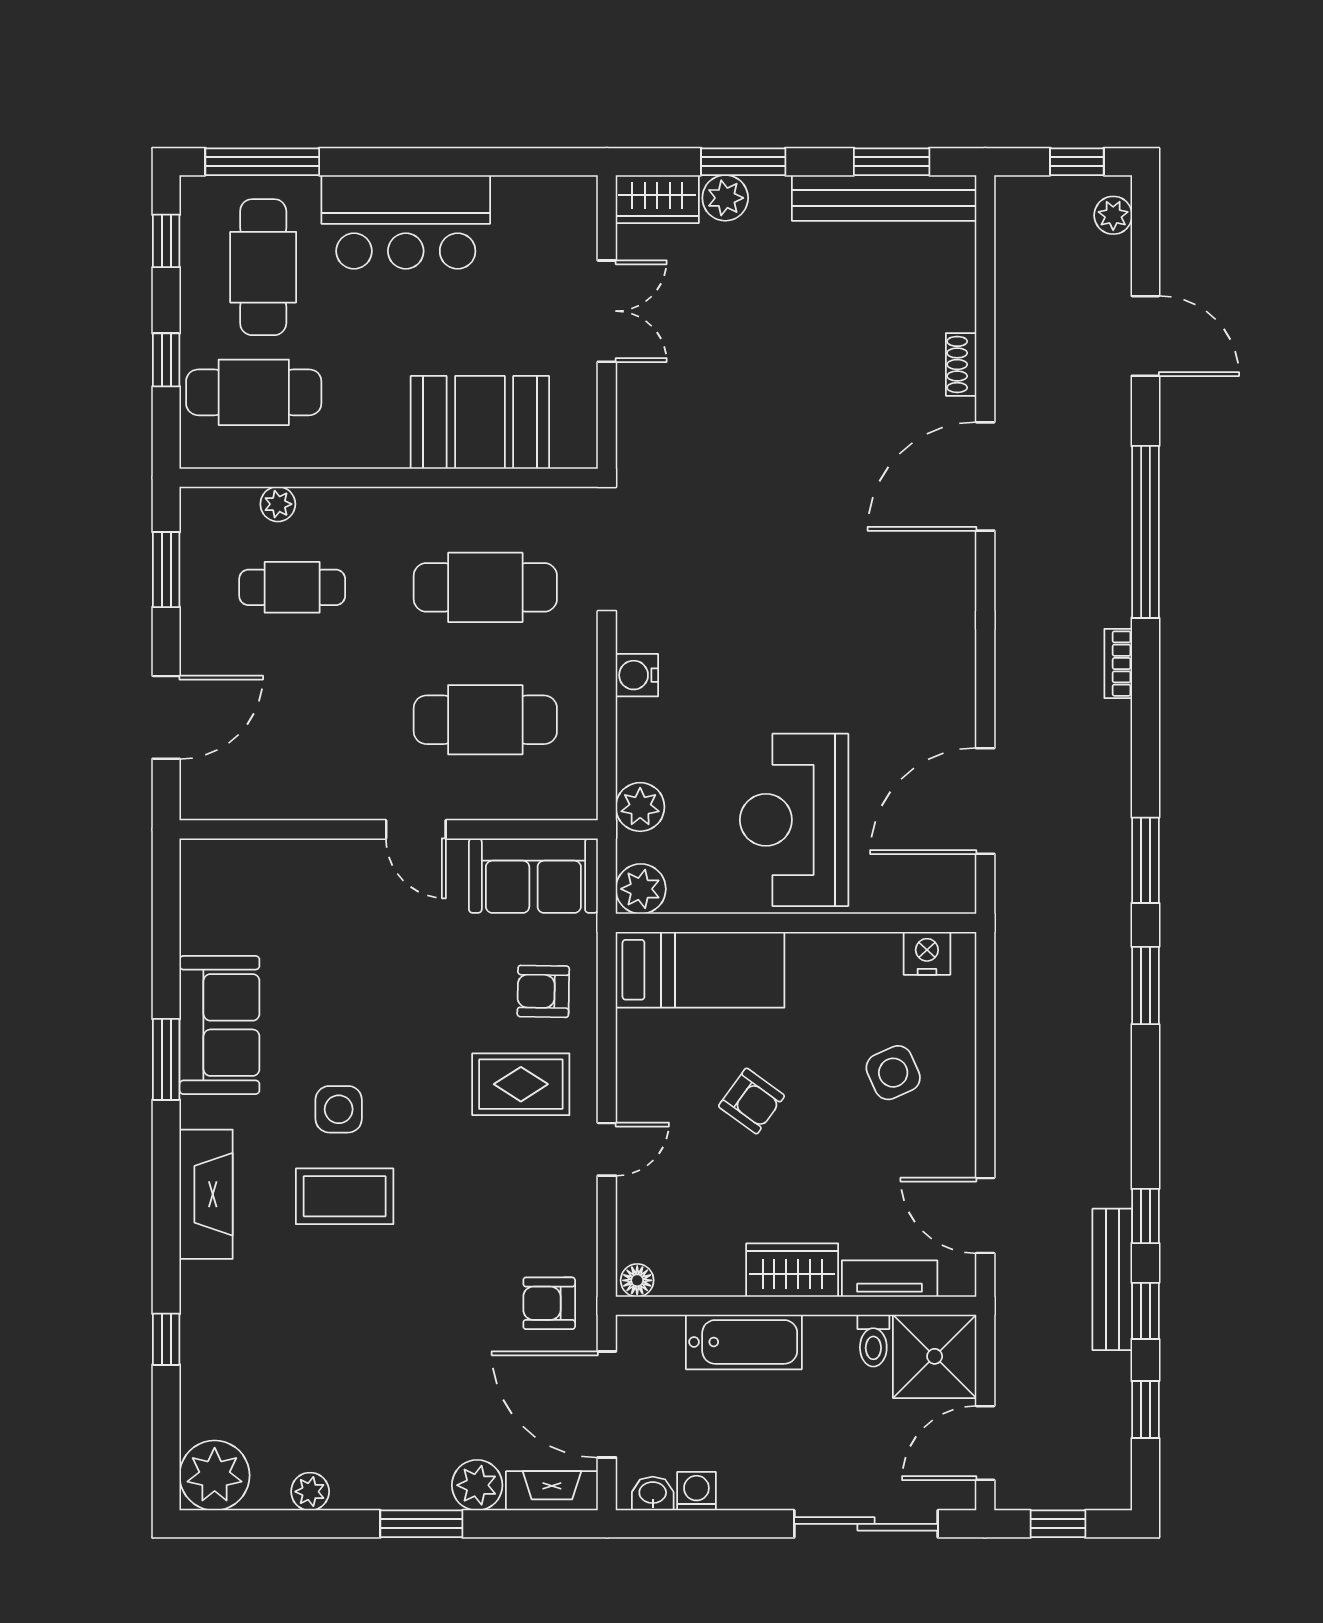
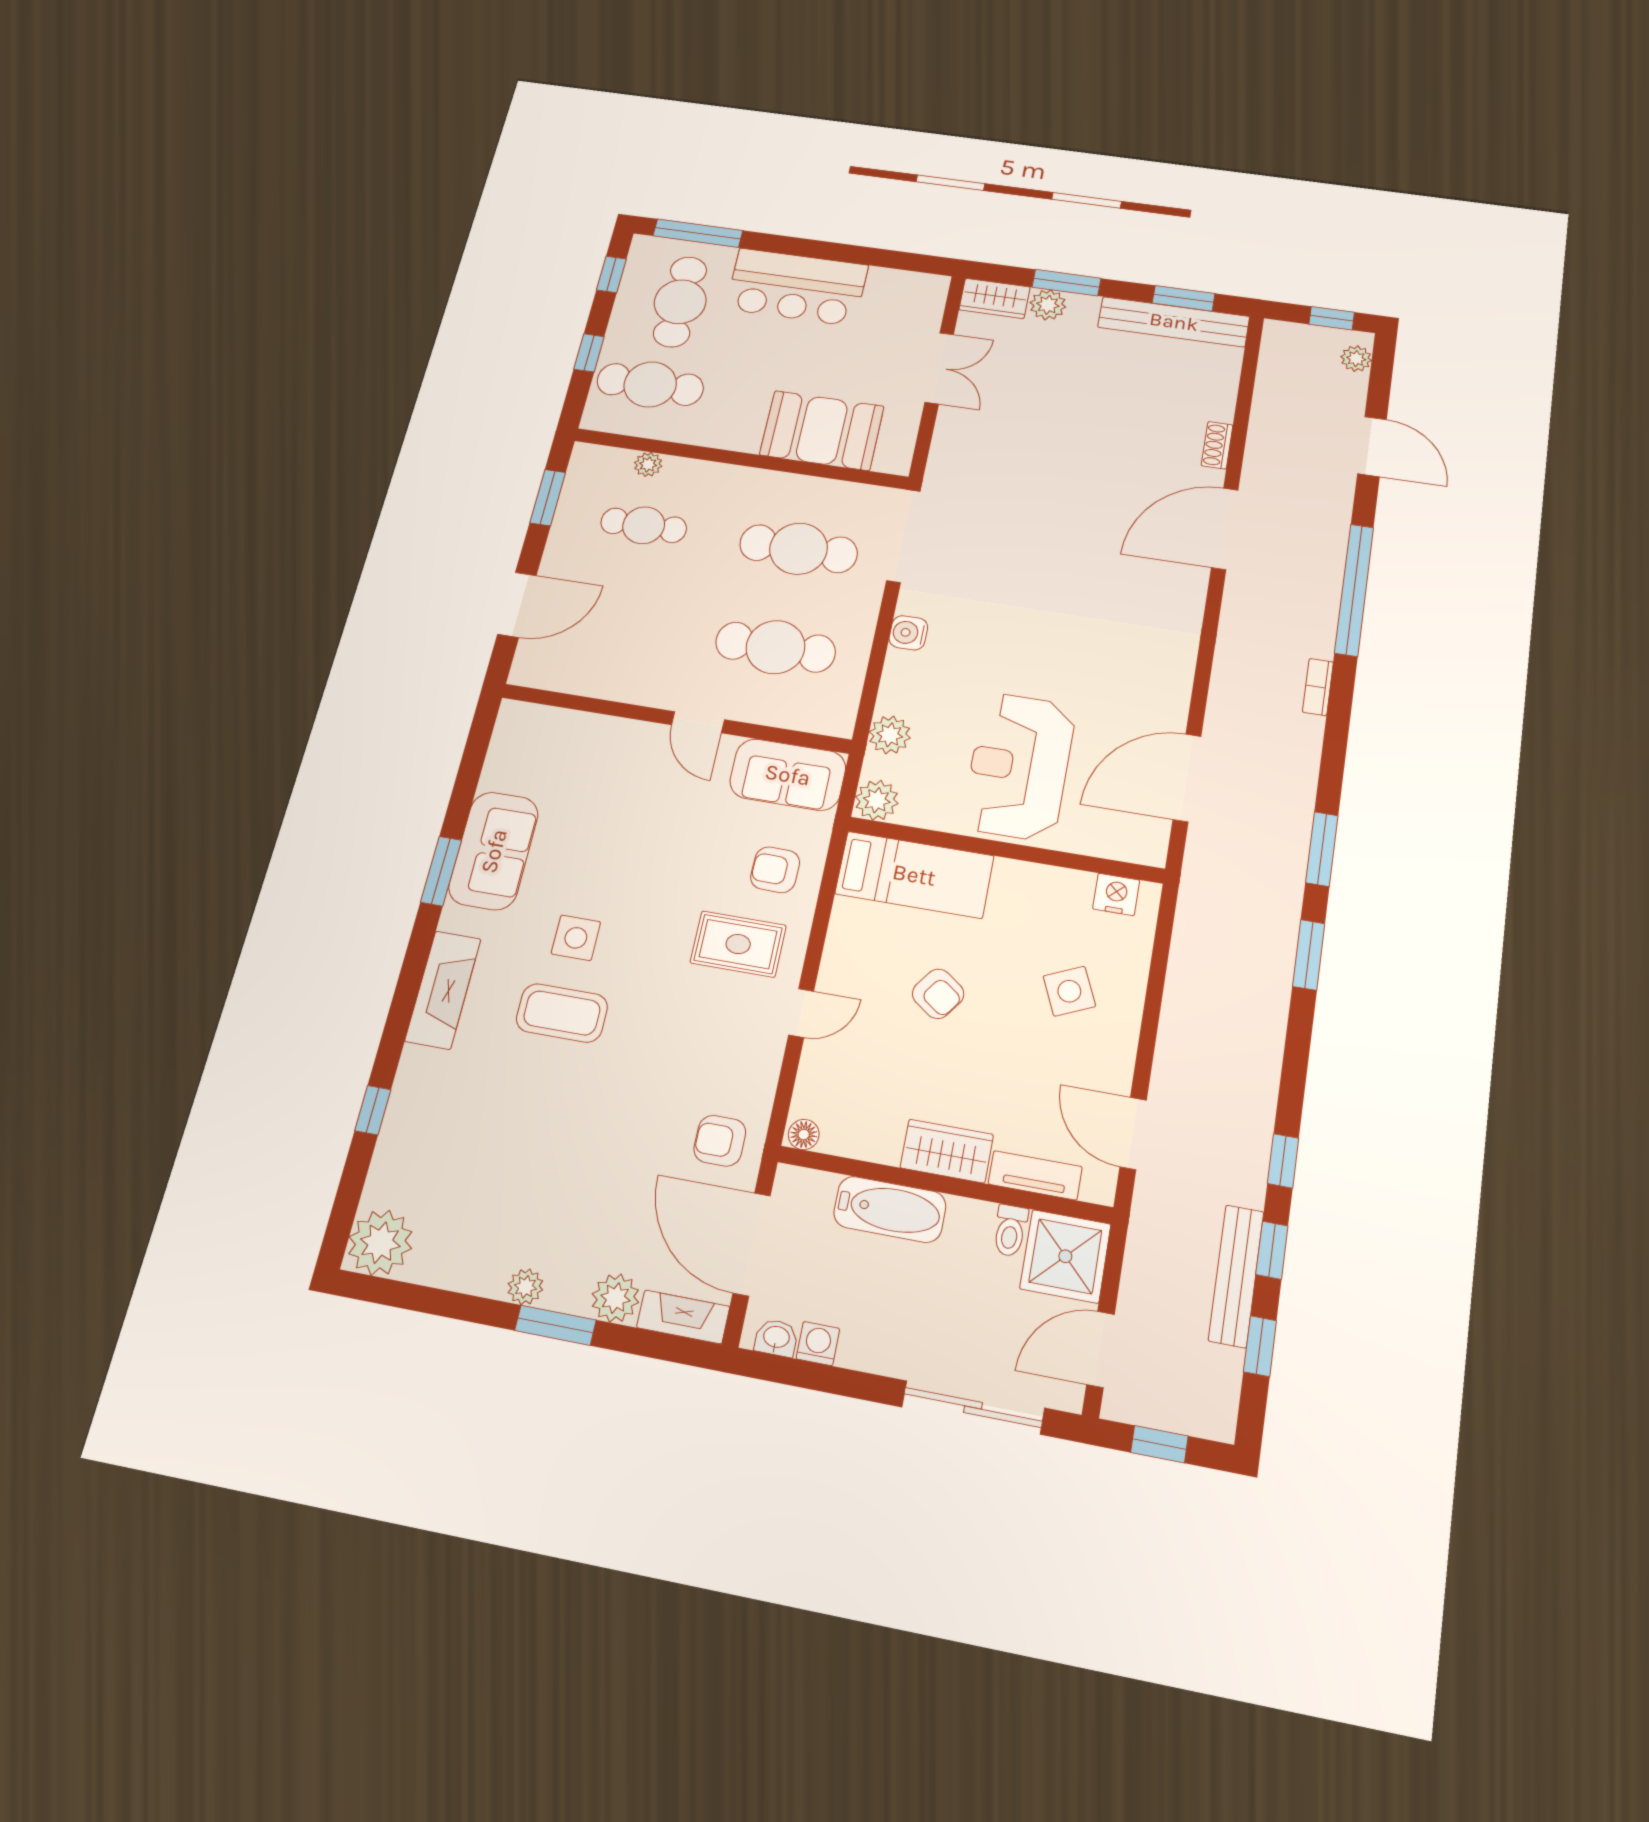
bench: (1112, 1279) -> (1236, 1276), moved
plant: (310, 1492) -> (525, 1287), moved

